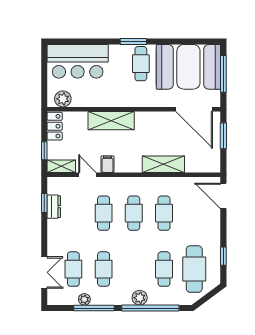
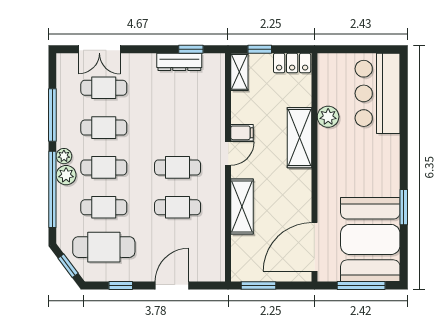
window: (133, 41) -> (404, 207), moved
cafe table: (141, 64) -> (374, 177), removed
plant: (63, 99) -> (328, 117), moved
window: (223, 136) -> (259, 286), moved
door: (87, 175) -> (228, 153), moved
door: (223, 196) -> (172, 286), moved
dresser: (54, 207) -> (179, 62), width x1.44
cafe table: (104, 213) -> (104, 167), moved
window: (208, 296) -> (68, 266), added
plant: (84, 299) -> (64, 156), moved

